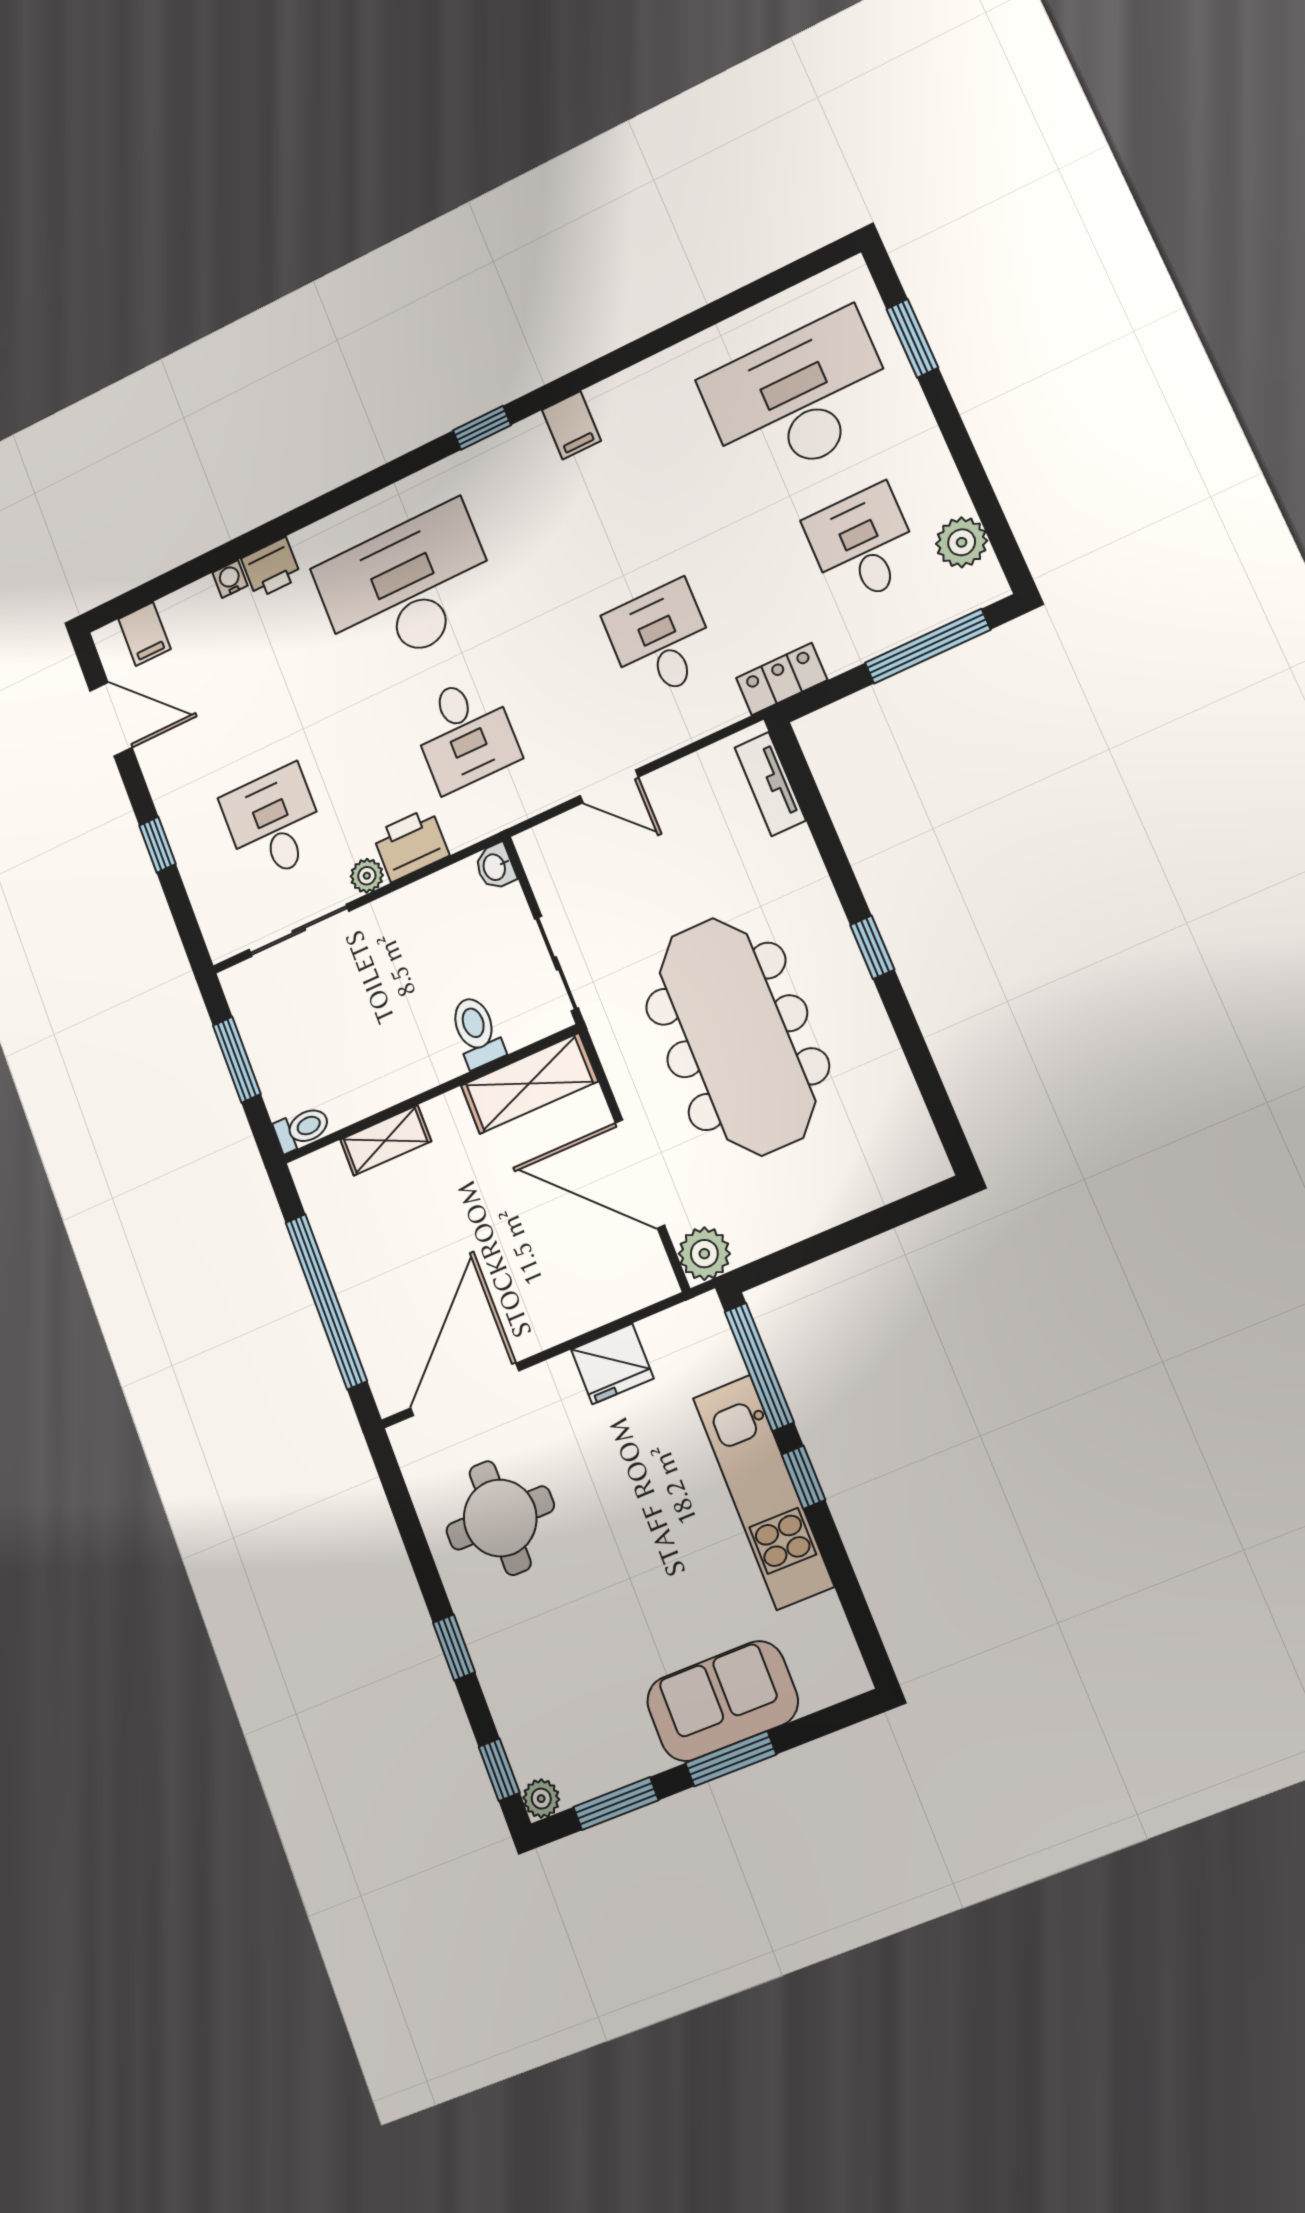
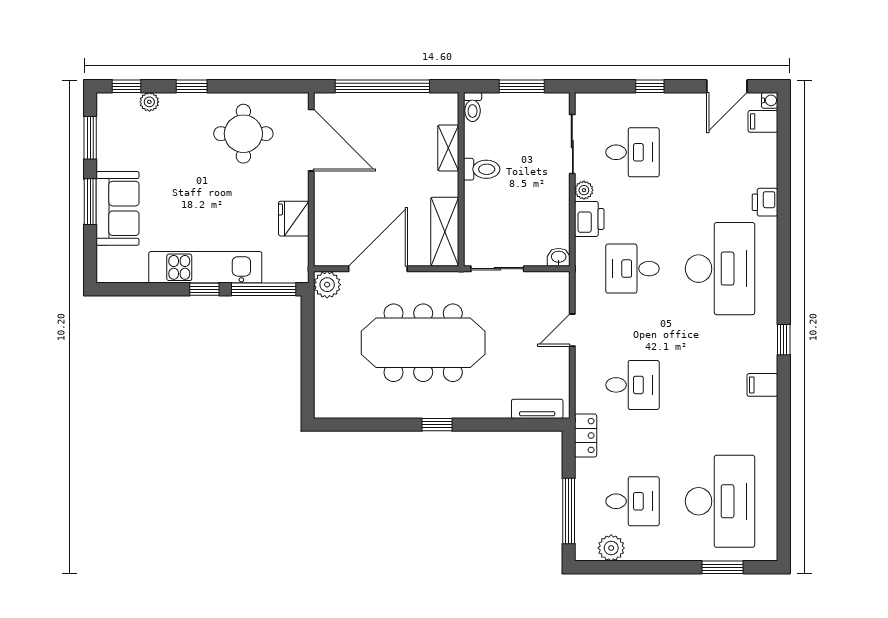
water cooler: (230, 579) -> (770, 100), moved
toilet: (477, 1032) -> (482, 169), moved
plant: (541, 1799) -> (149, 102), moved

